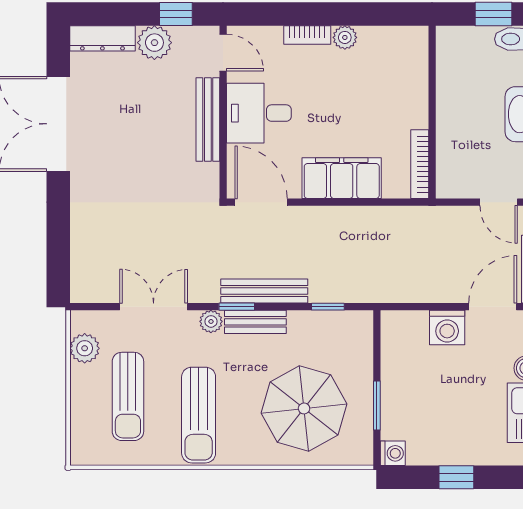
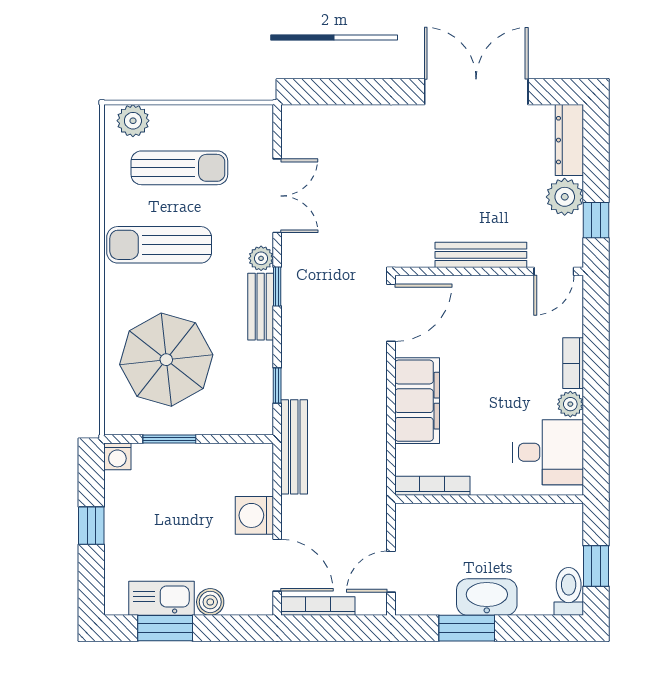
desk: (259, 113) -> (548, 452), moved, turned 90
bench: (264, 291) -> (294, 447), moved
plant: (85, 348) -> (133, 121), moved
sun lounger: (128, 396) -> (179, 168), turned 180

